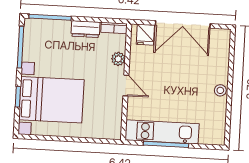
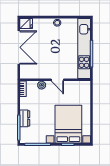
dresser: (85, 29) -> (25, 118), moved
fridge: (145, 35) -> (26, 23), moved
door: (126, 85) -> (57, 80), swing flipped
kitchen unit: (162, 132) -> (84, 48), width x1.36

